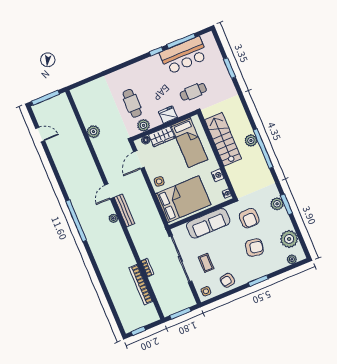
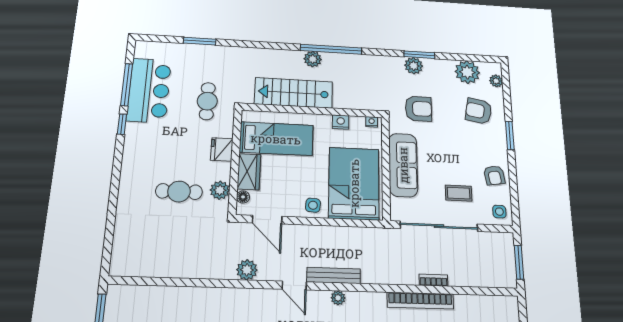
plant: (93, 132) -> (247, 270), moved
armchair: (254, 248) -> (479, 111), moved, turned -91
bookcase: (141, 285) -> (420, 301), moved

